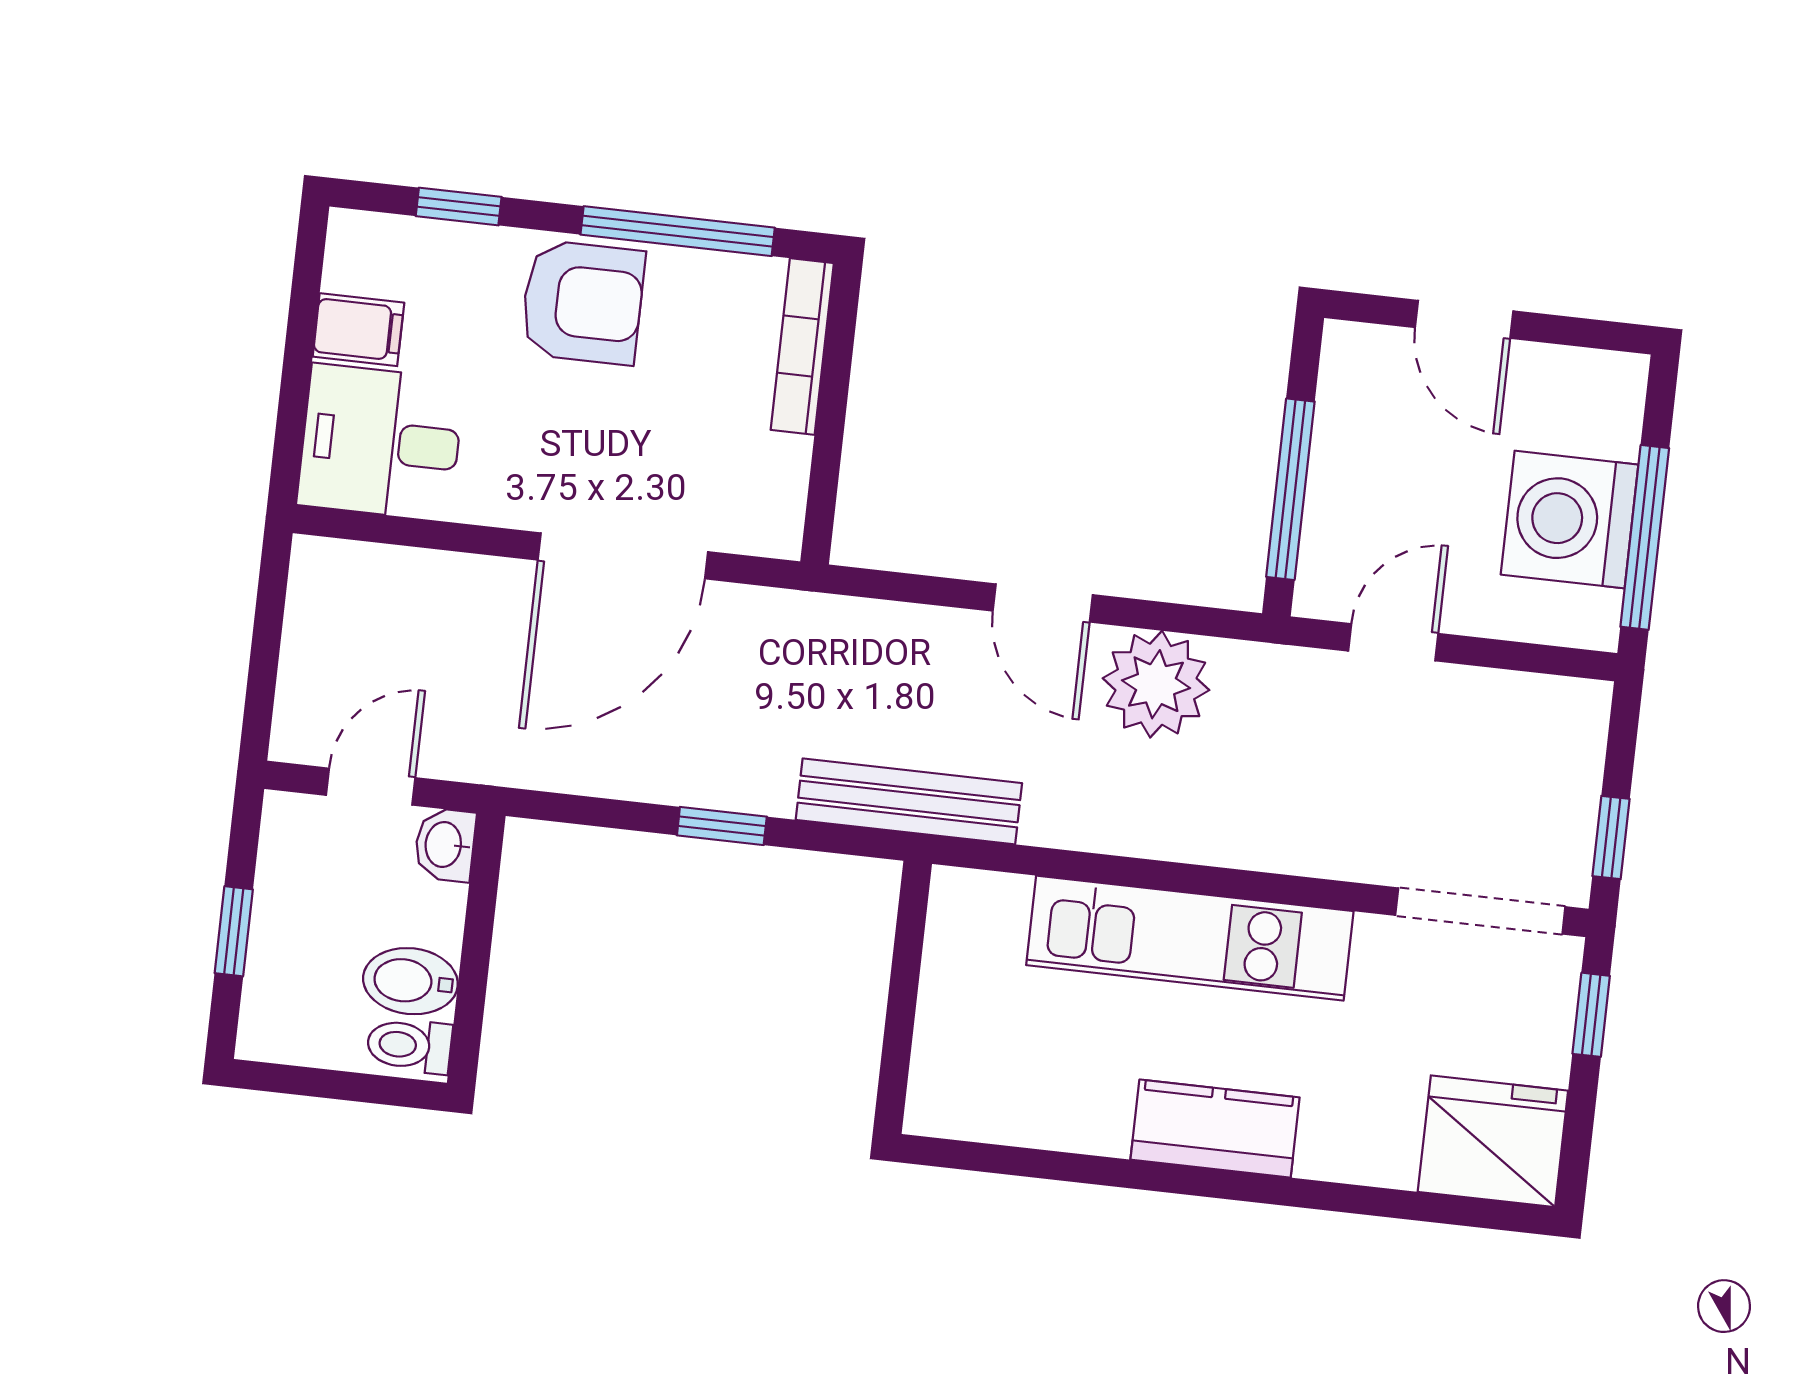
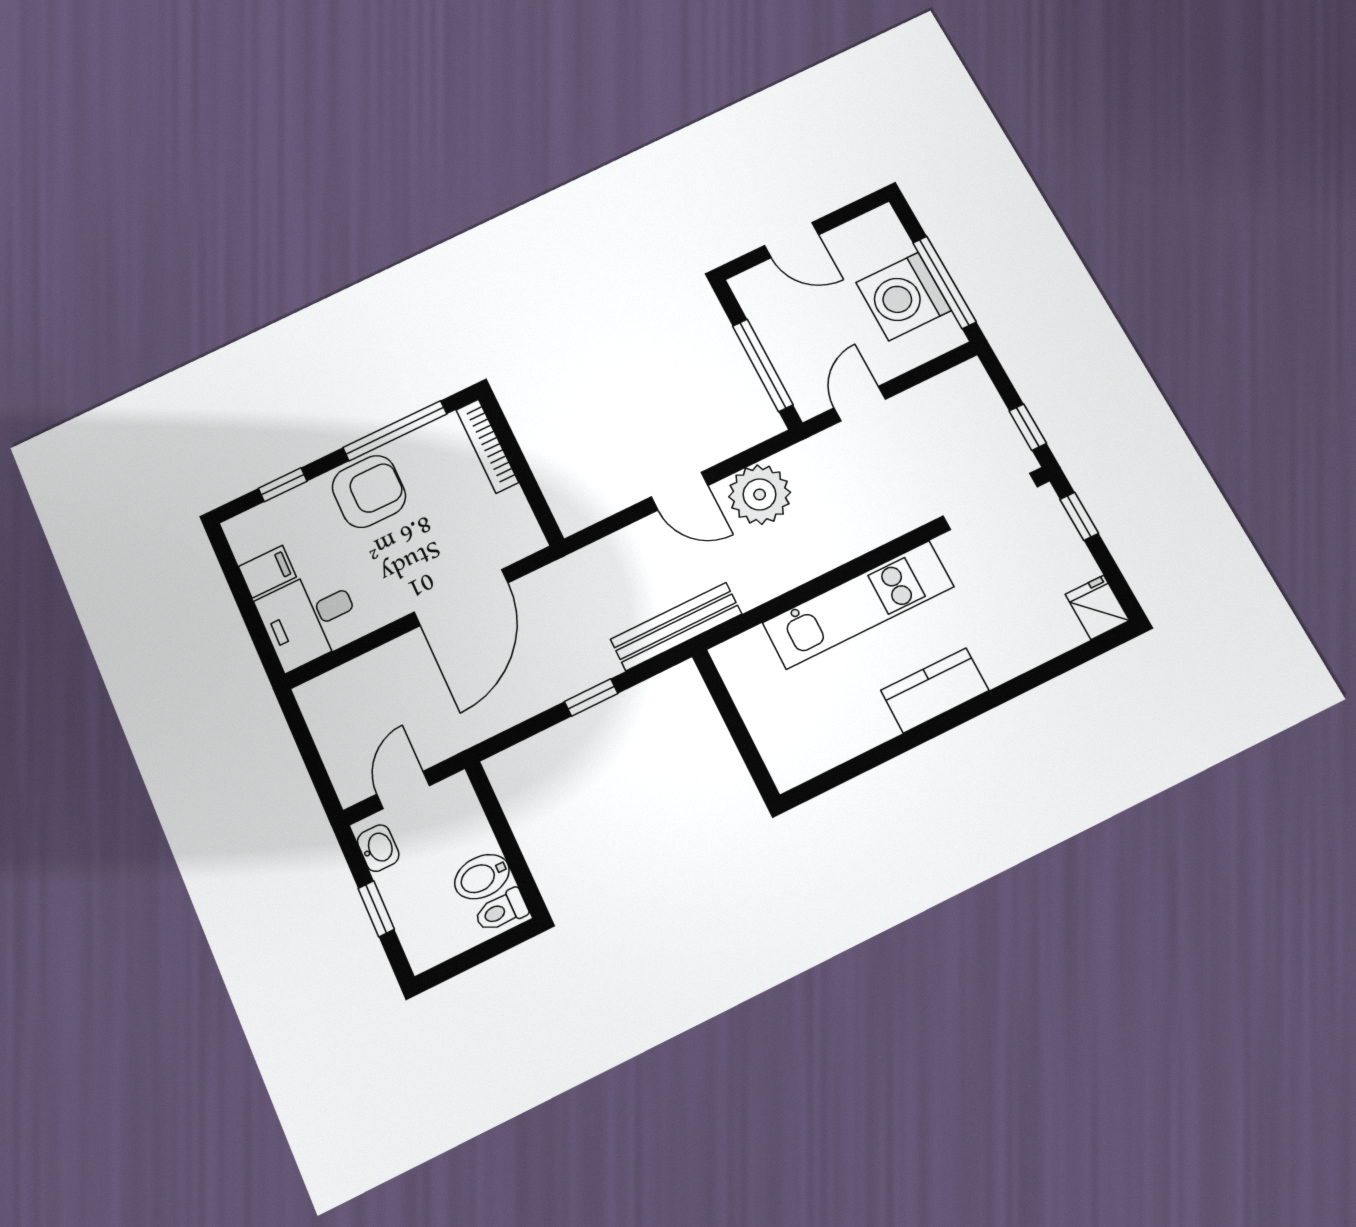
washbasin: (445, 845) -> (378, 848), moved, turned 180
fridge: (1493, 1141) -> (1097, 607), width x0.53, depth x0.75

